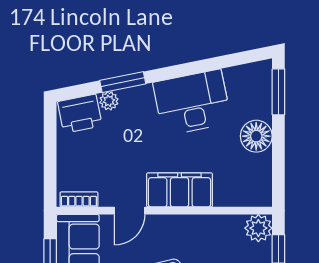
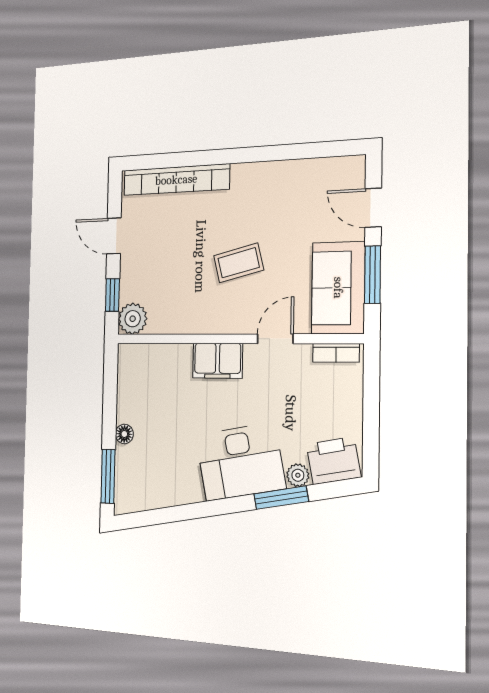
desk: (192, 103) -> (240, 462), moved
floor lamp: (256, 136) -> (124, 434), width x0.53, depth x0.53
filing cabinet: (179, 190) -> (218, 361), width x0.67, depth x0.86

